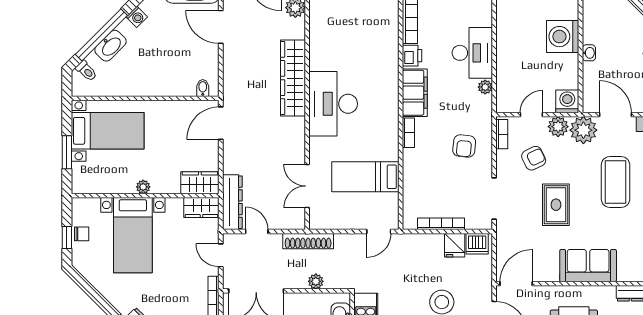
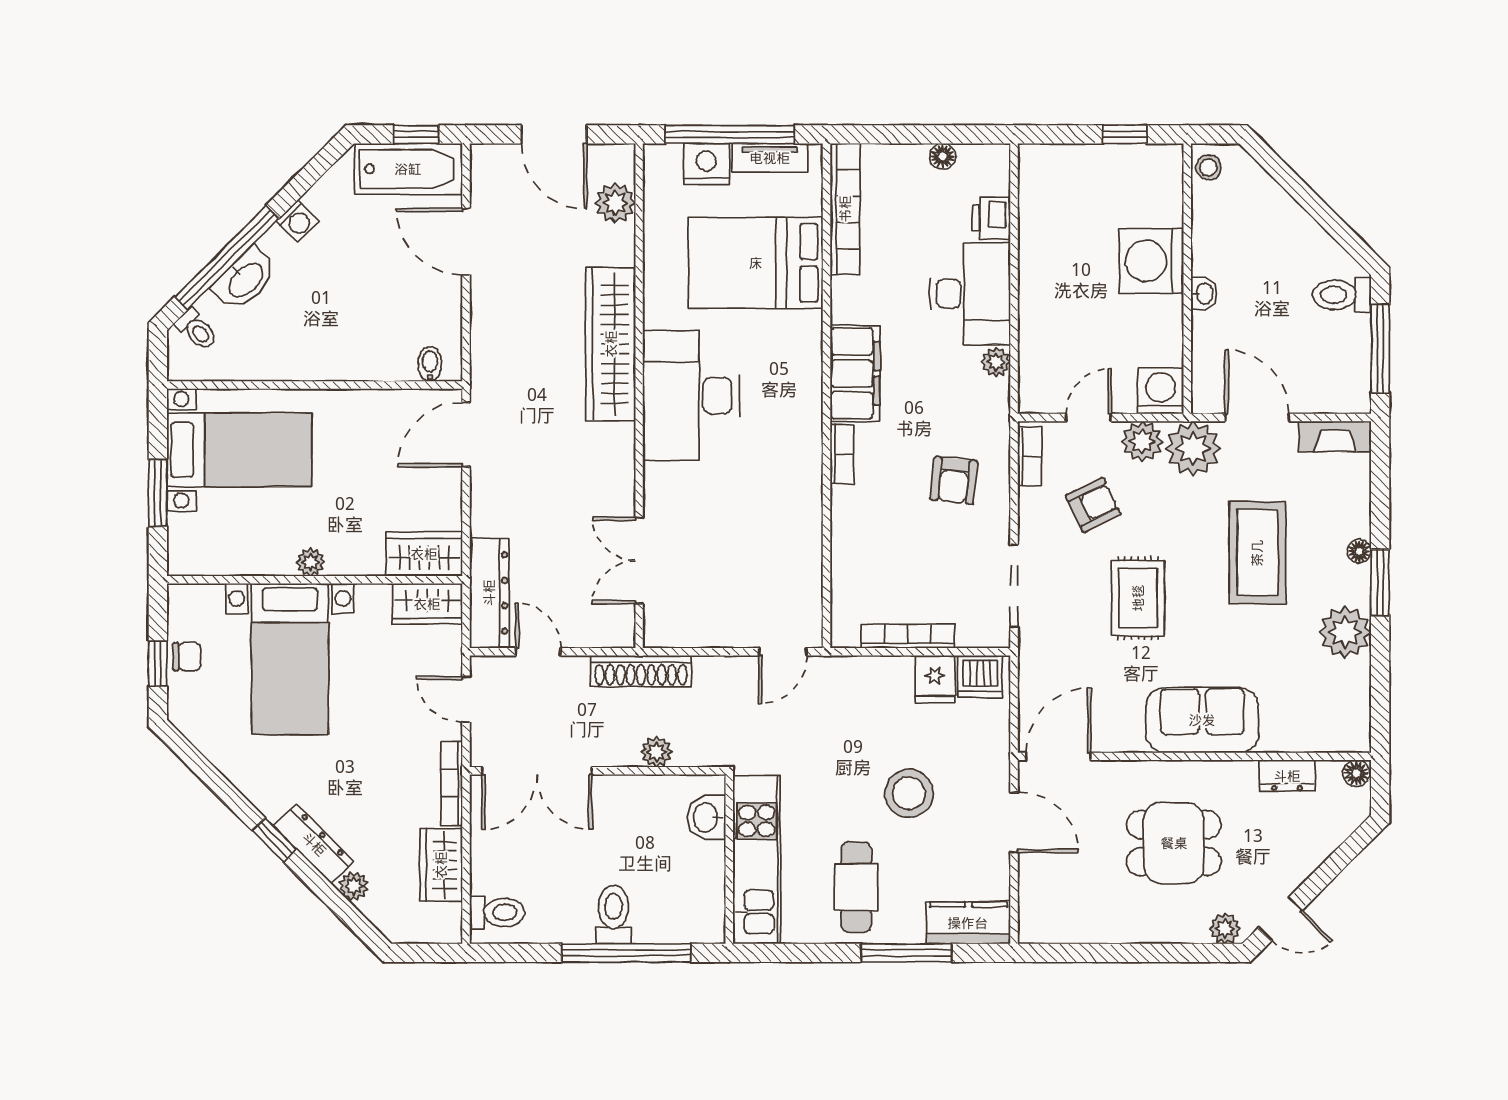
printer: (412, 56) -> (991, 218), moved, turned 180
bed: (365, 177) -> (756, 263), moved, width x1.50

